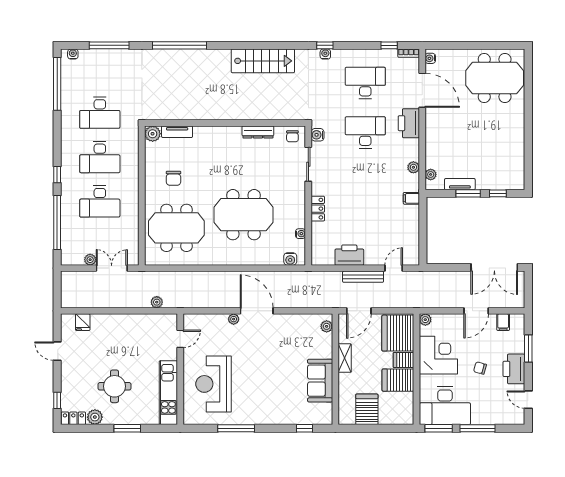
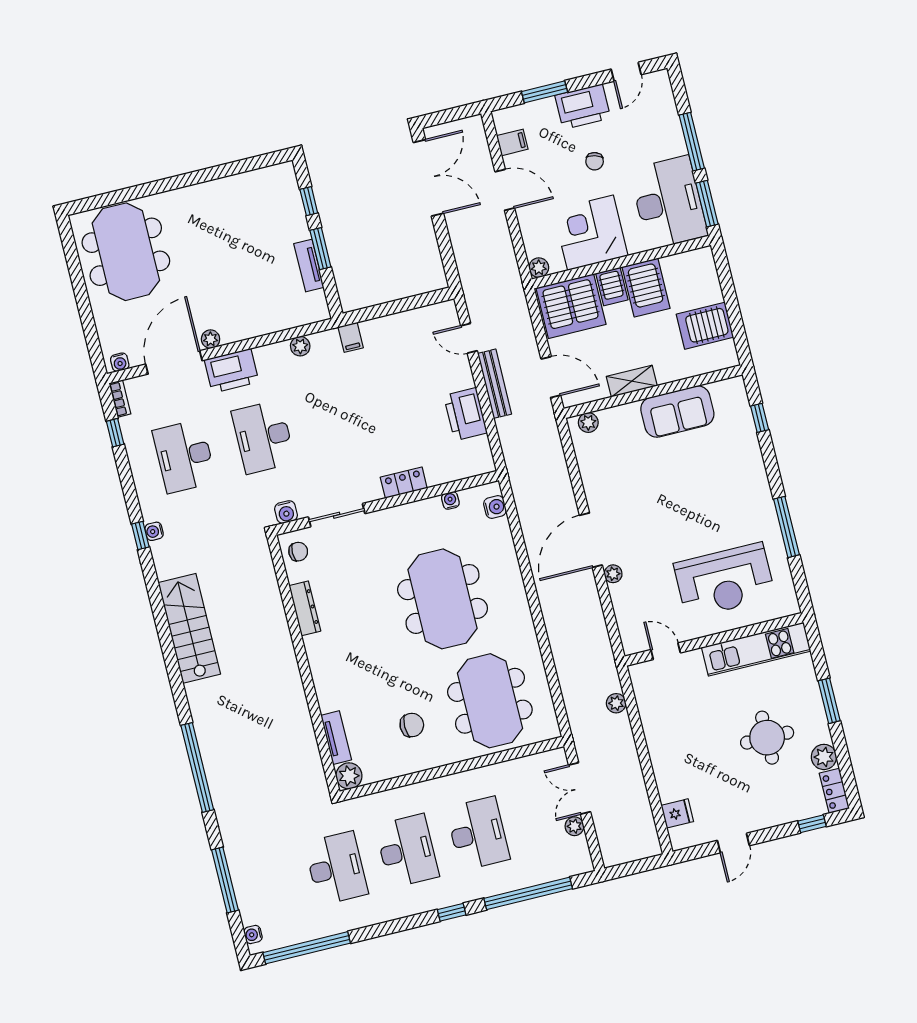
plant: (431, 174) -> (211, 339), moved

